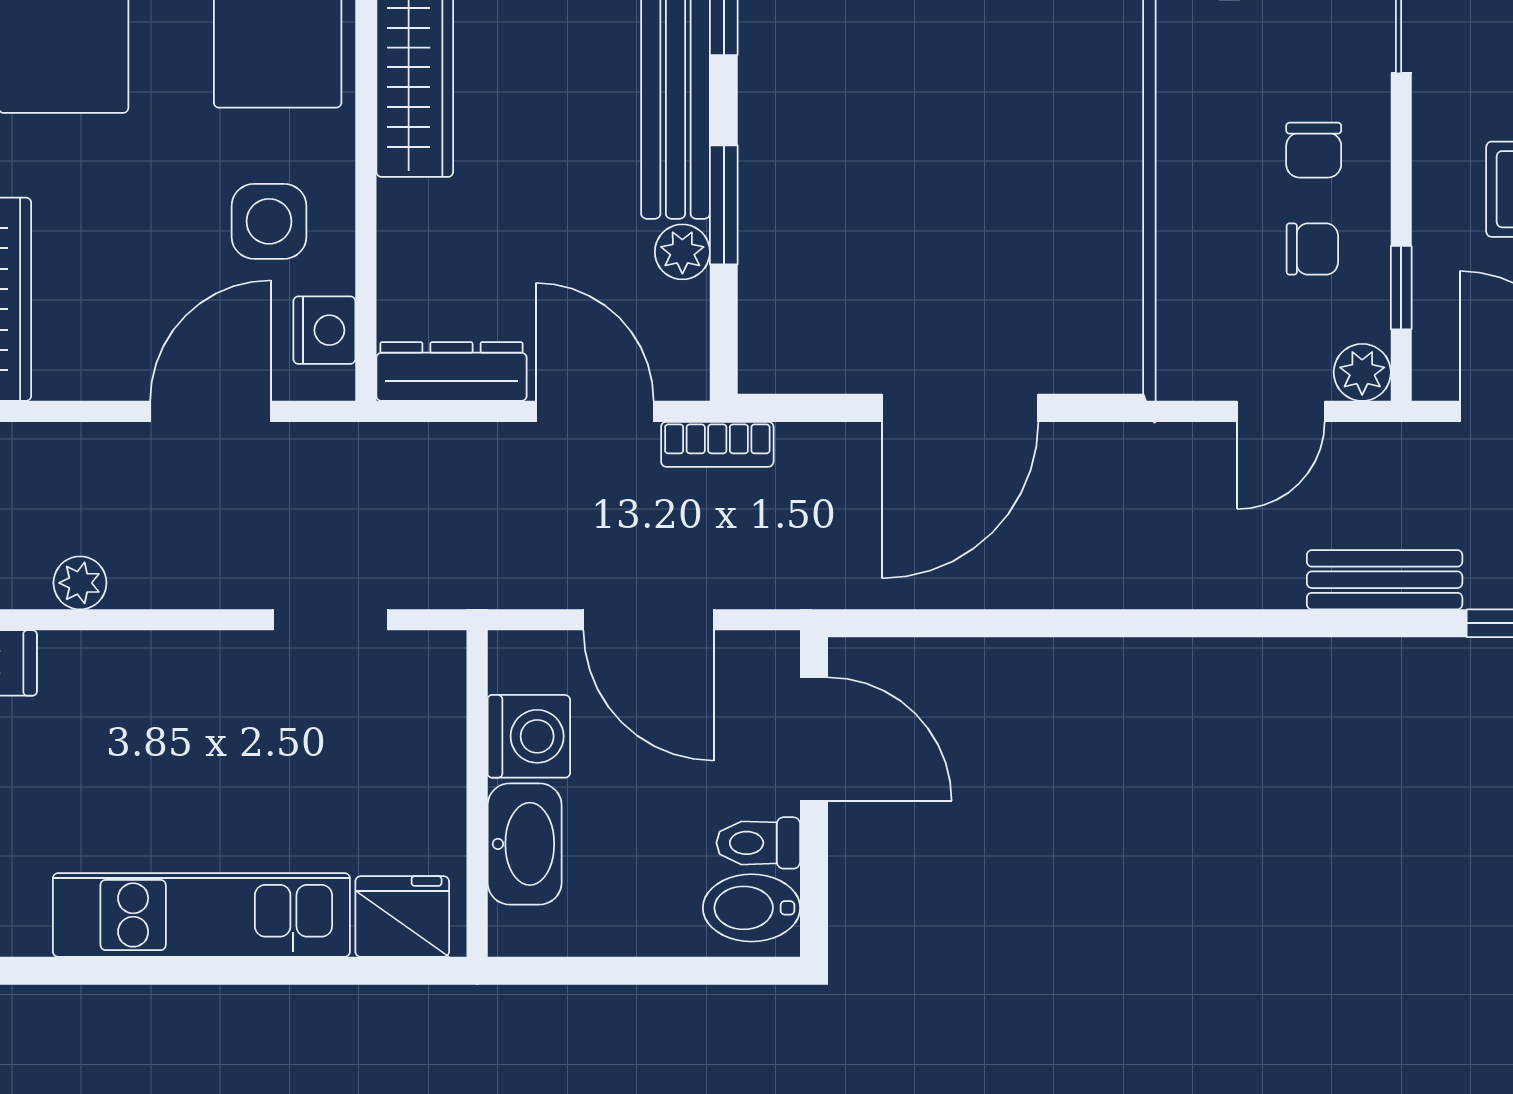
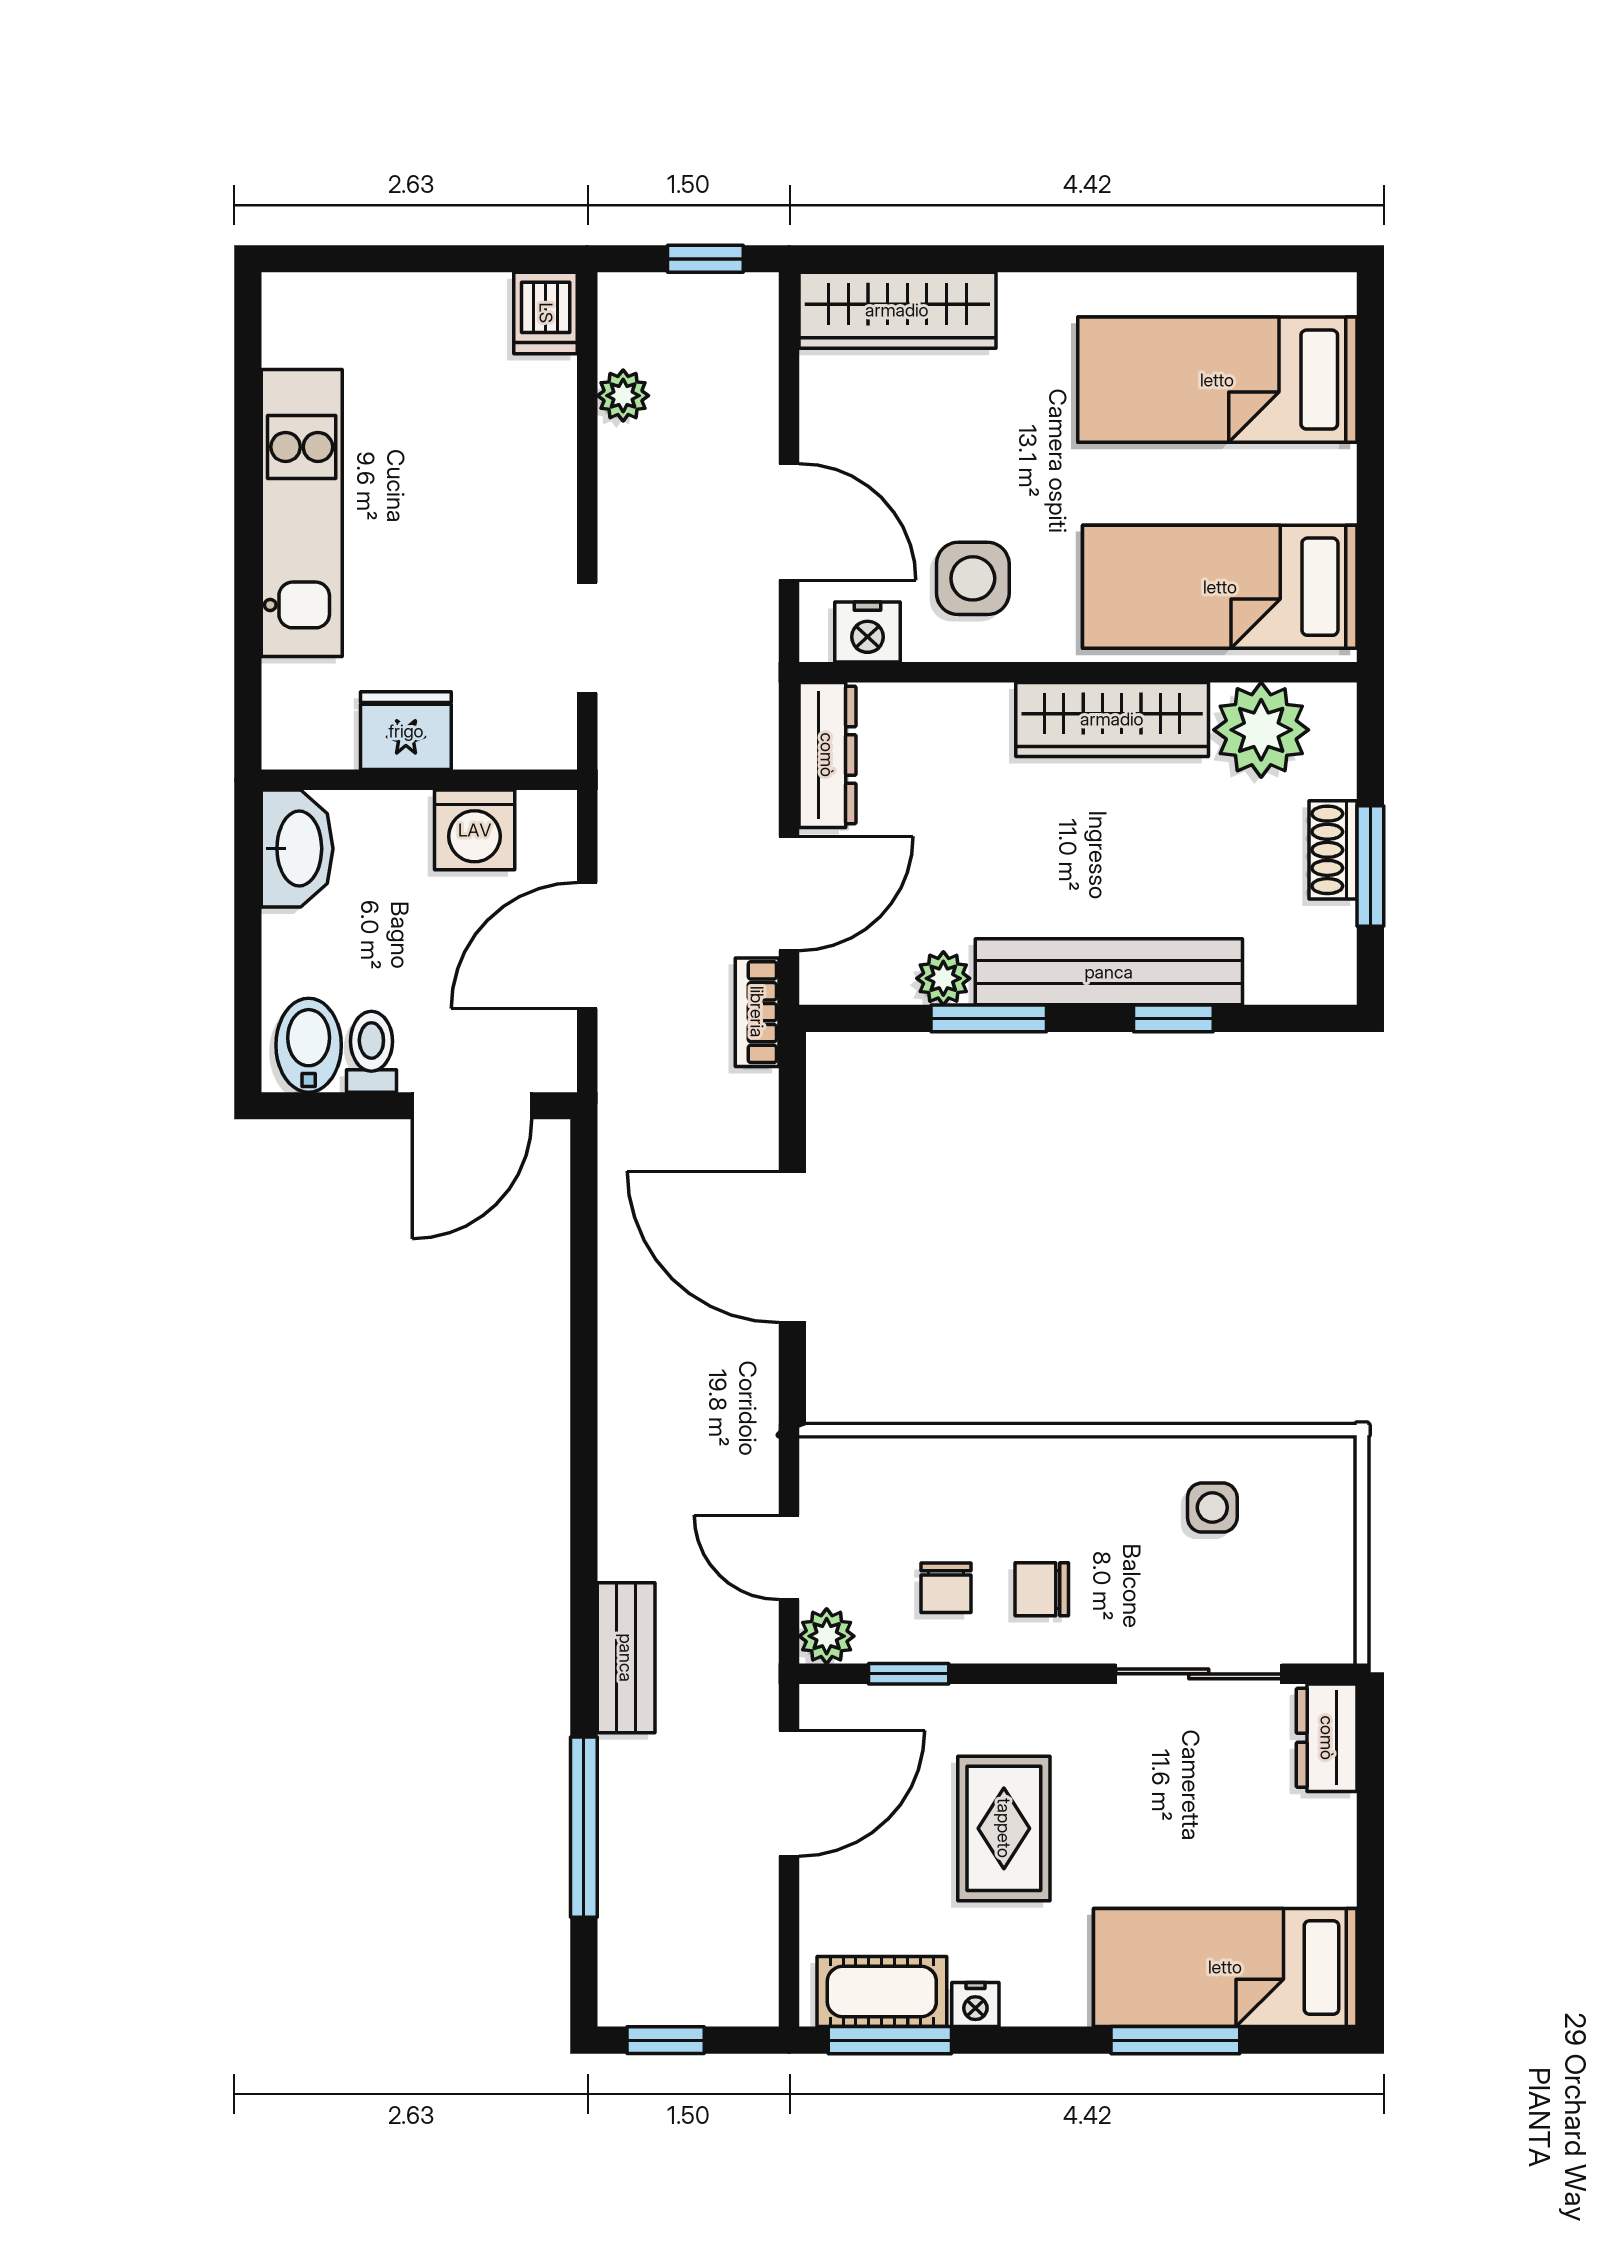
washbasin: (525, 844) -> (297, 849), moved, turned -90
fridge: (402, 916) -> (406, 731), moved, turned -90

